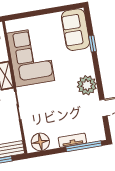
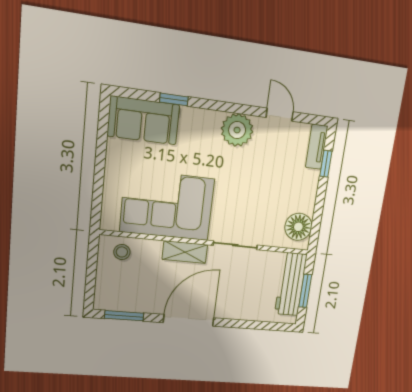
tv unit: (72, 140) -> (317, 147), moved
window: (84, 146) -> (326, 164), width x0.46

